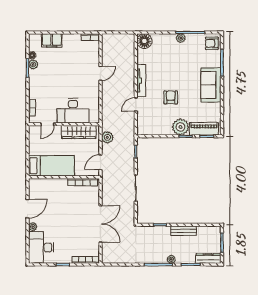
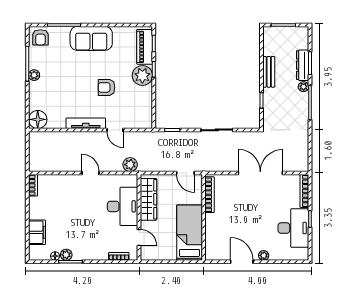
door: (100, 73) -> (91, 173), moved
plant: (107, 137) -> (130, 165), moved
desk: (41, 247) -> (293, 228), moved, turned -90
dresser: (208, 258) -> (303, 65), moved

